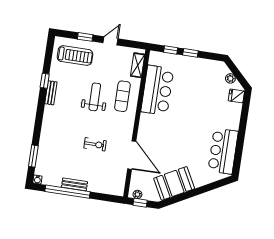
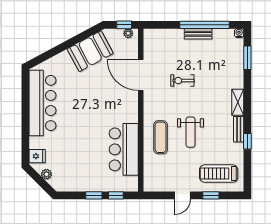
shelving: (138, 65) -> (238, 102), moved
bar counter: (223, 151) -> (42, 103), width x1.36

